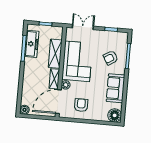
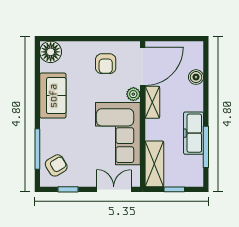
double door: (83, 27) -> (114, 189), swing flipped
freezer: (32, 44) -> (194, 133), moved
shelving: (55, 54) -> (154, 164), moved
armchair: (111, 58) -> (56, 165), moved
boiler: (24, 110) -> (196, 77), moved

